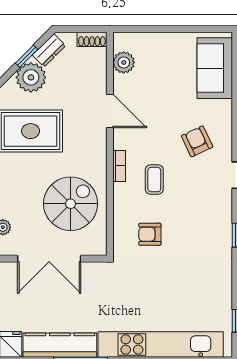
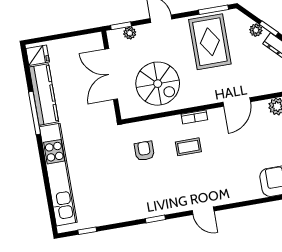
plant: (31, 77) -> (256, 30), width x0.53, depth x0.53
armchair: (197, 141) -> (225, 176), removed

